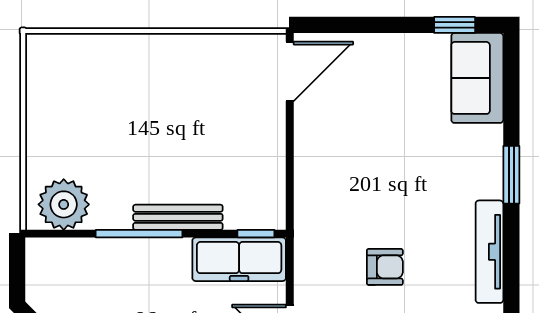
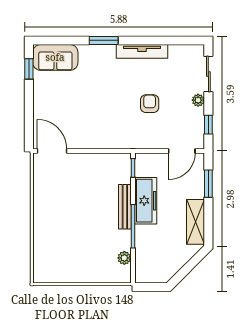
plant: (64, 204) -> (124, 258), width x0.53, depth x0.53
freezer: (239, 259) -> (146, 201), moved

